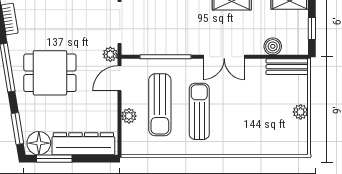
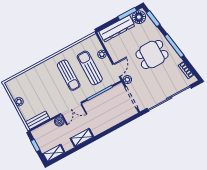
boiler: (273, 46) -> (59, 121), moved
double door: (224, 57) -> (71, 108), swing flipped

